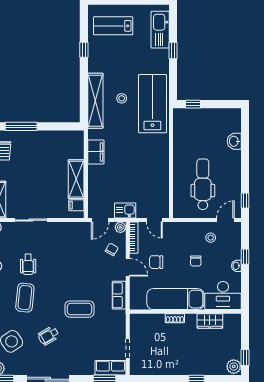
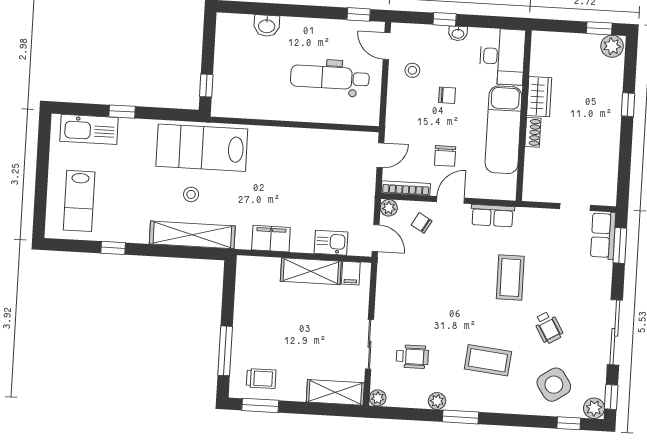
kitchen sink: (125, 210) -> (331, 243), moved, turned 90
wheelchair: (28, 264) -> (412, 357), moved
wardrobe: (210, 321) -> (539, 97), moved

